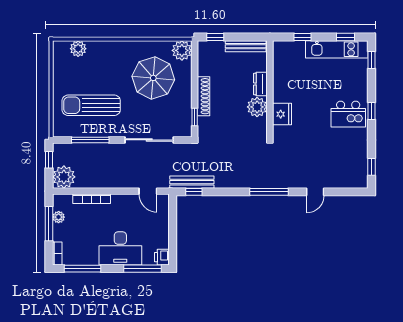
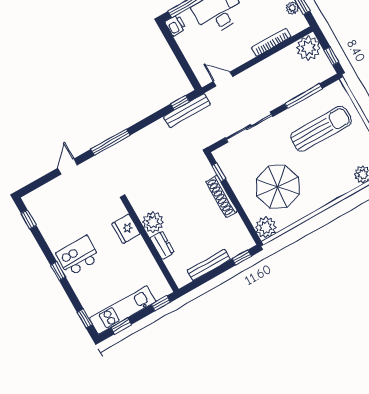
dresser: (260, 84) -> (162, 245), moved
wall: (270, 89) -> (151, 246), moved
plant: (257, 107) -> (153, 222), moved
fridge: (282, 114) -> (126, 229), moved

